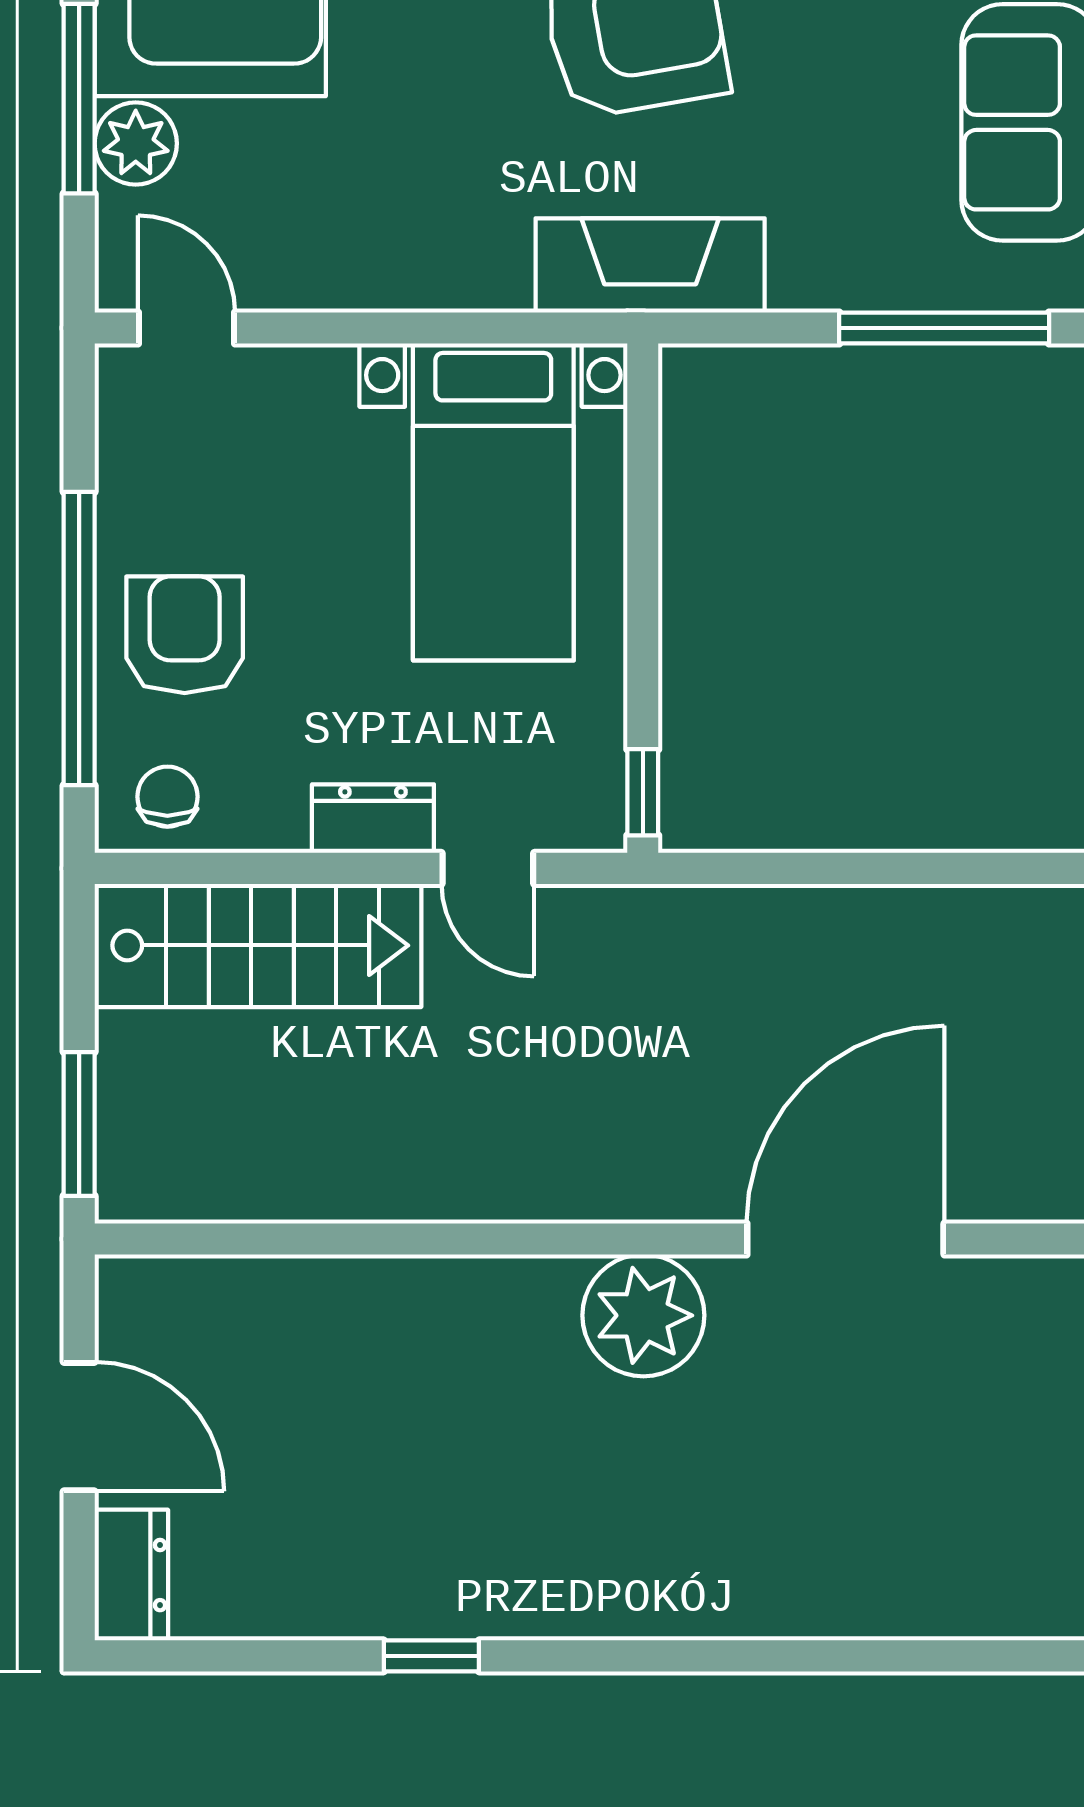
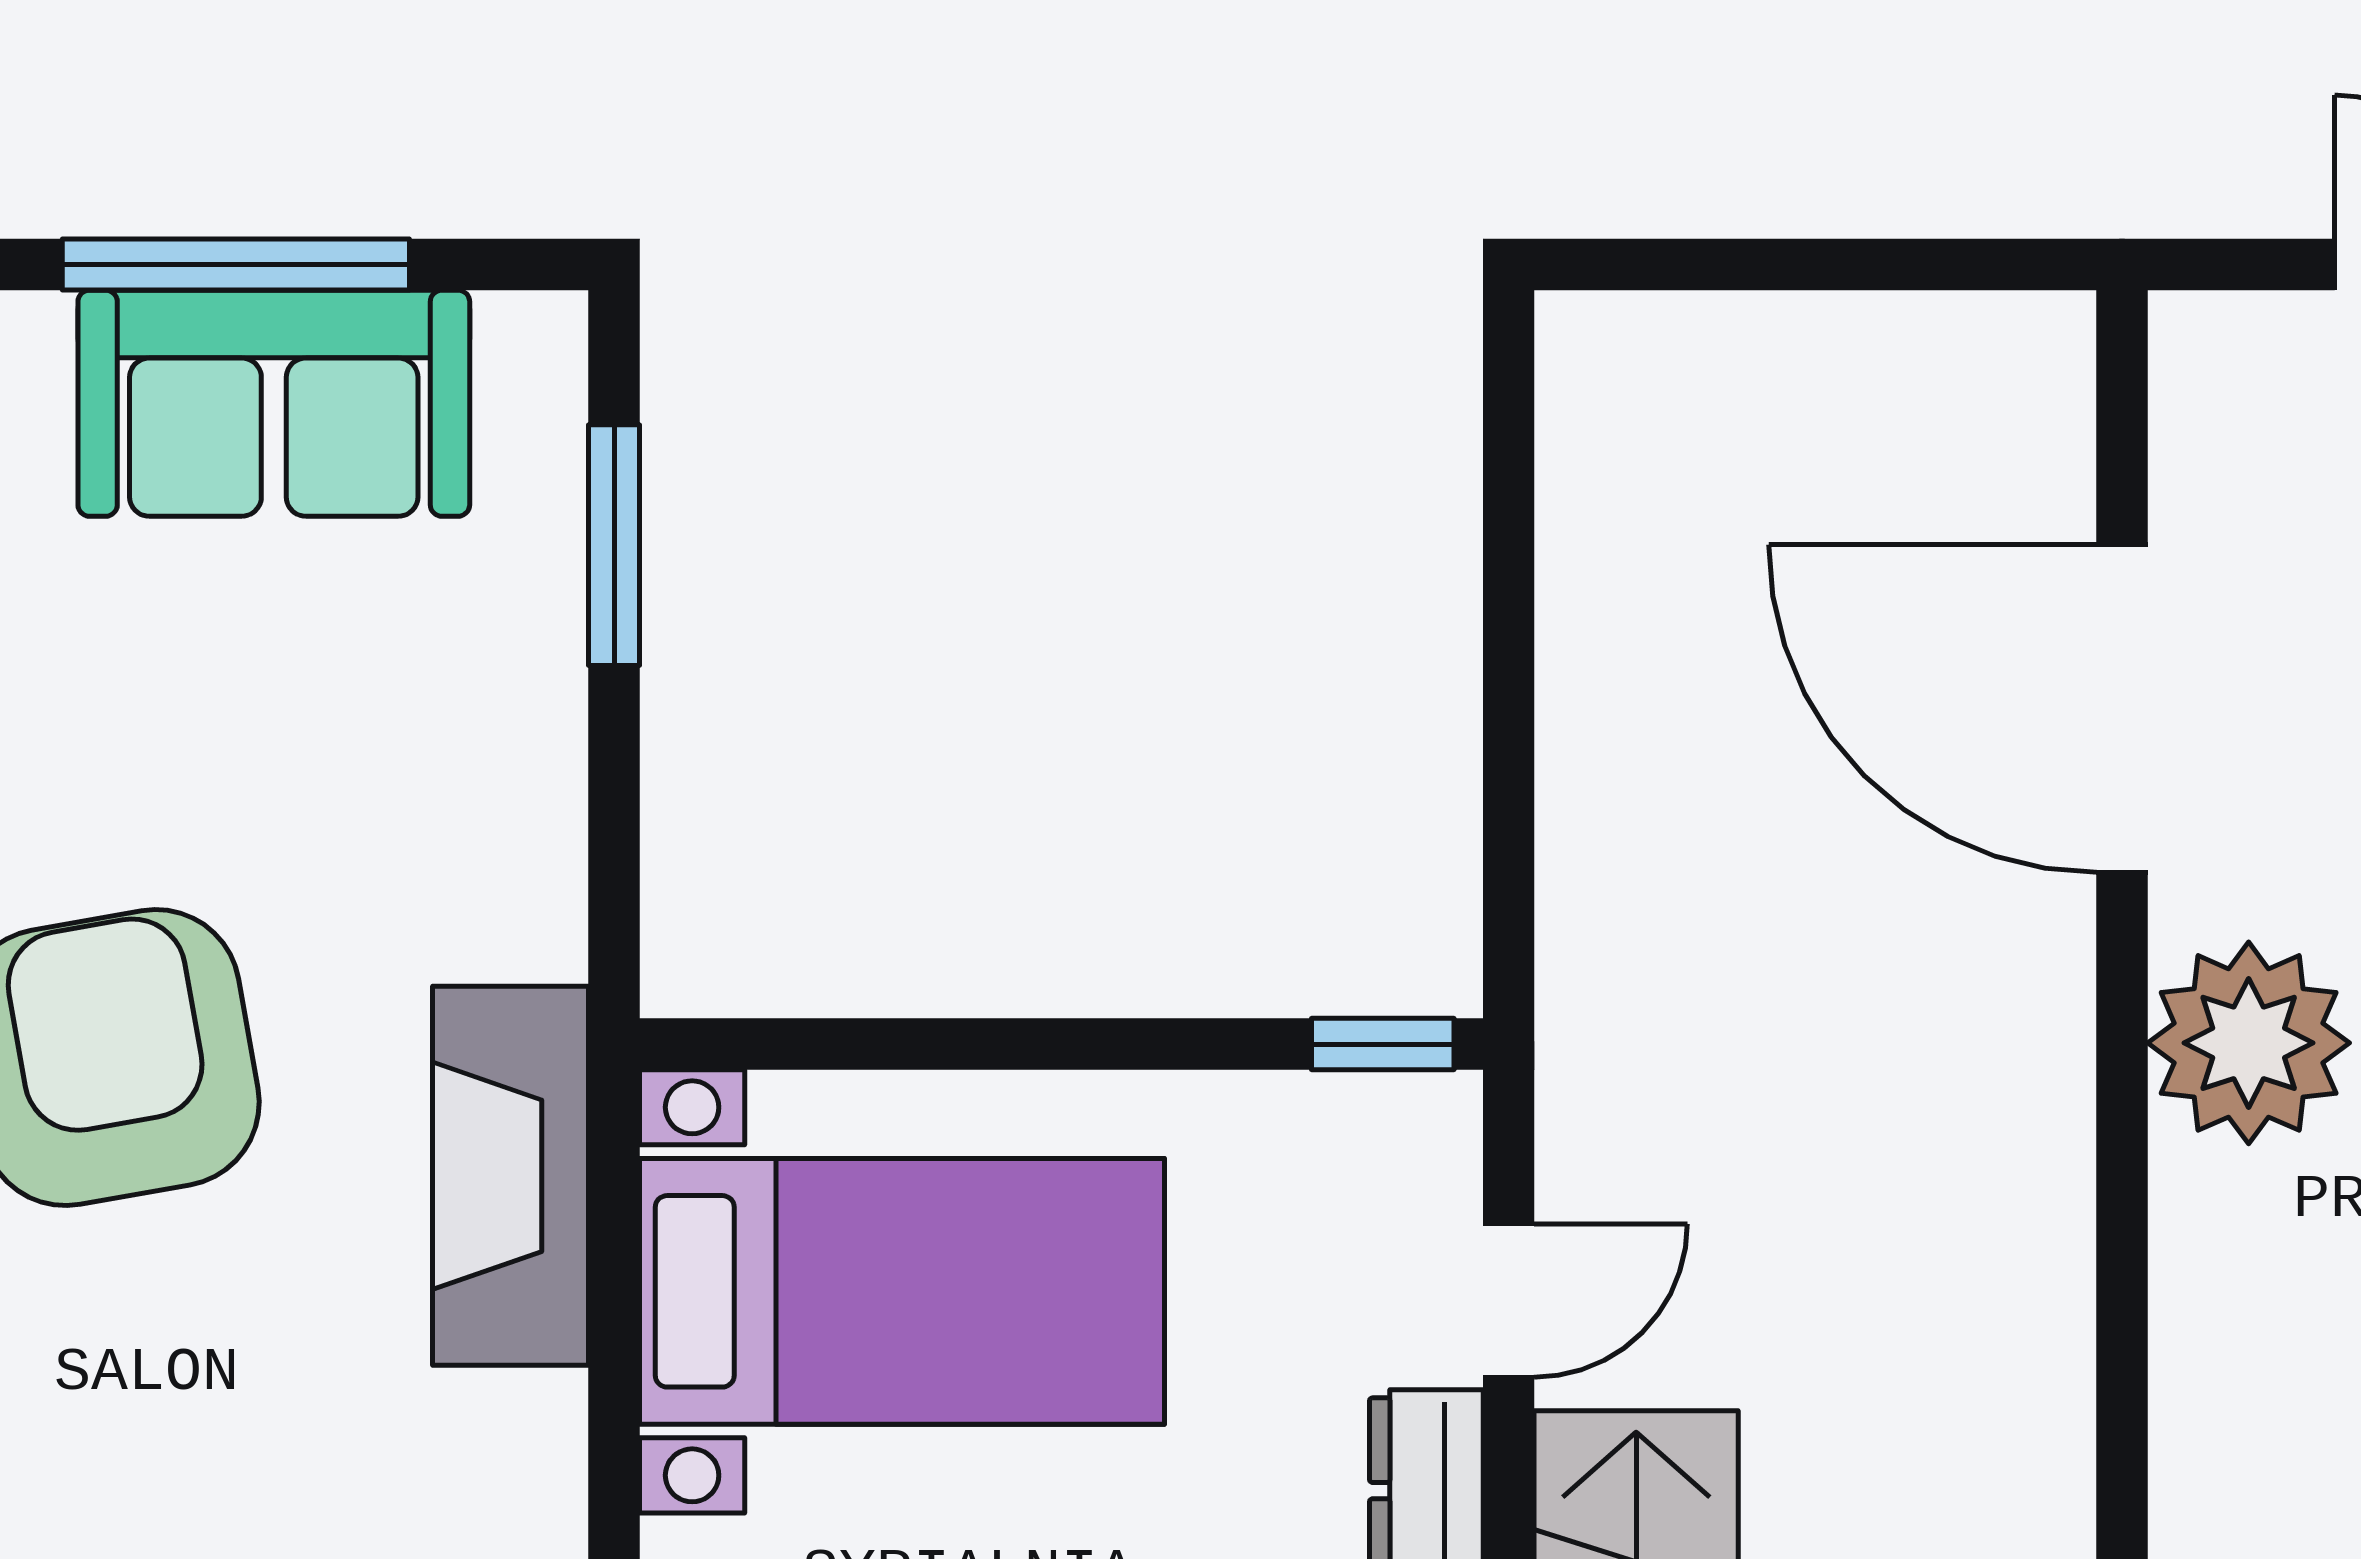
fireplace: (650, 265) -> (511, 1176), moved
window: (944, 328) -> (614, 545), width x0.69

